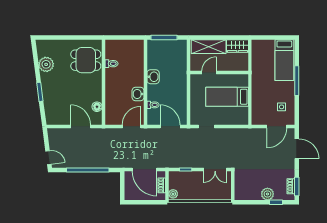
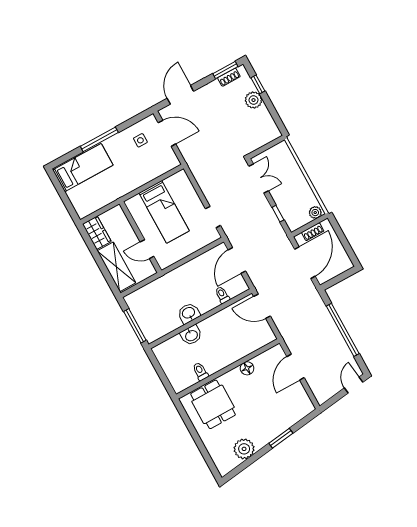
washbasin: (138, 94) -> (191, 335), moved
floor lamp: (97, 107) -> (247, 368), moved

